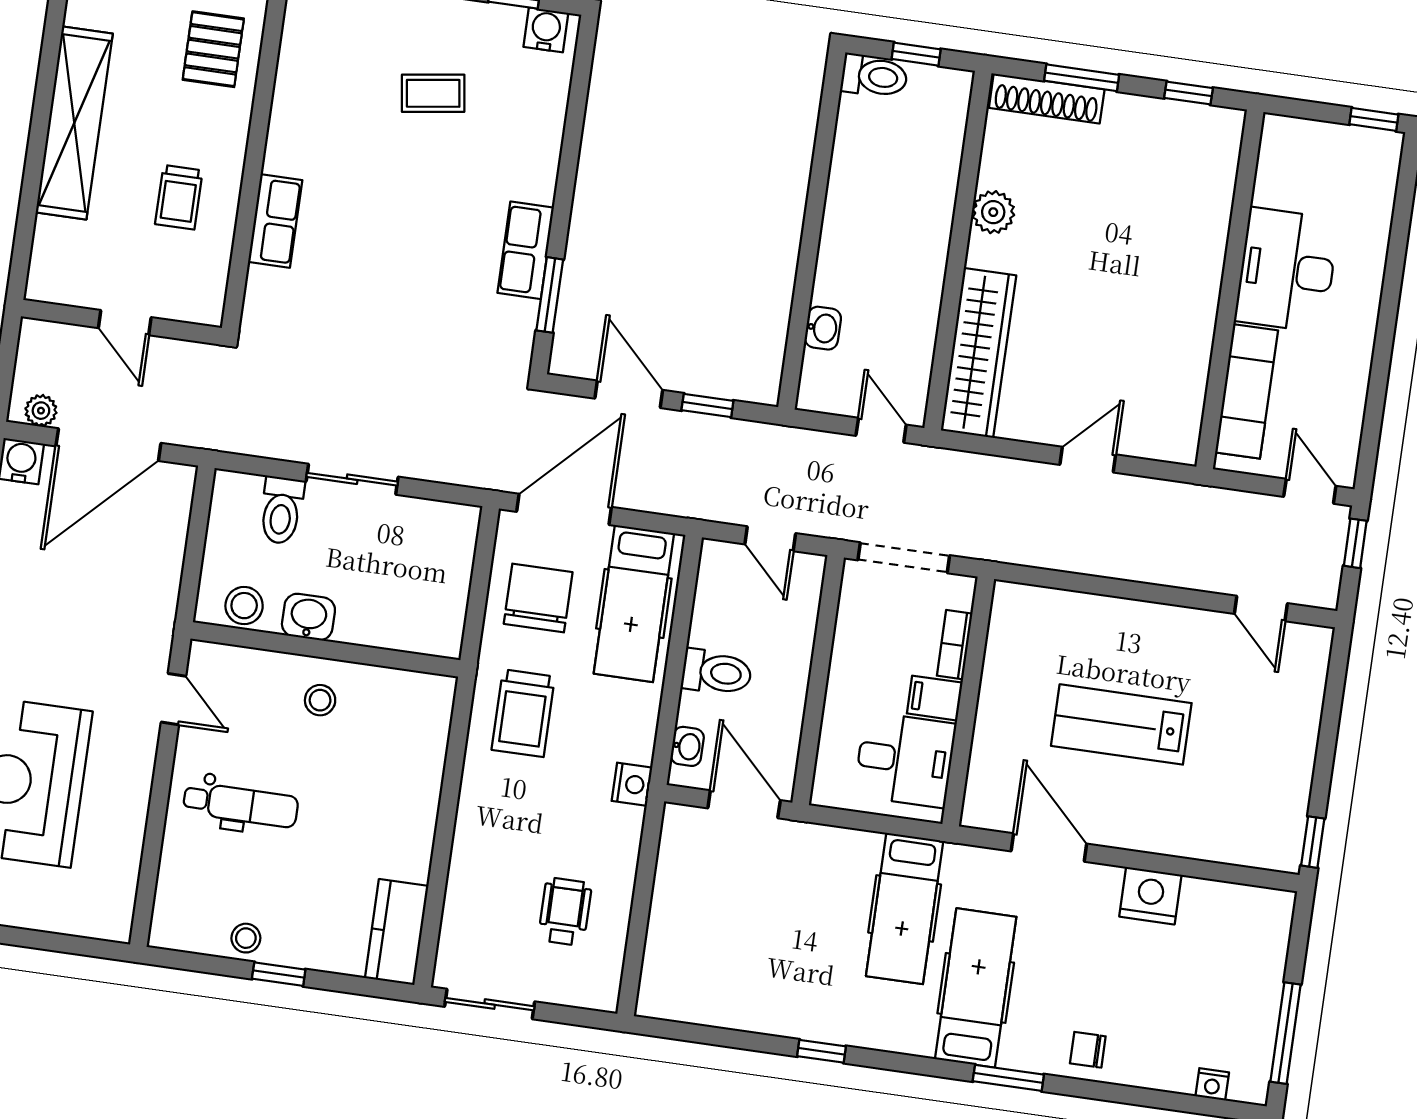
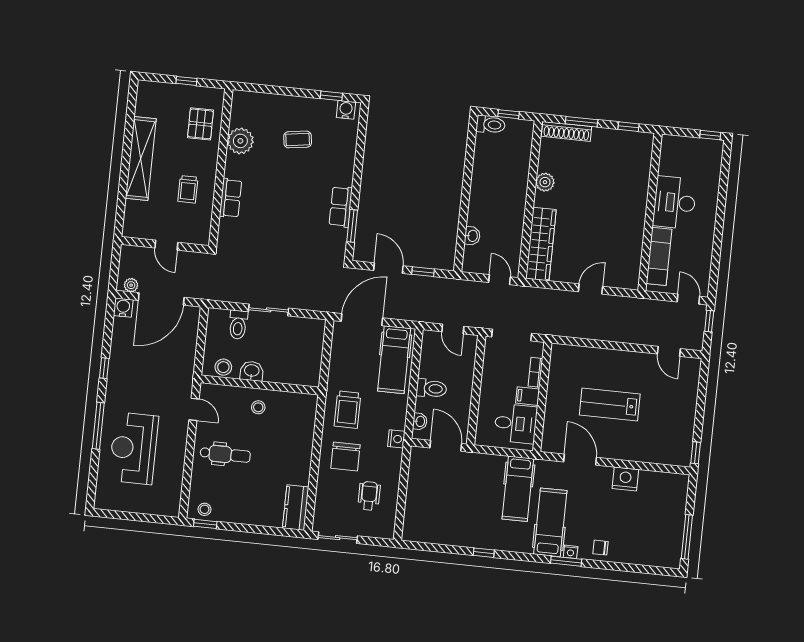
plant: (303, 92) -> (240, 141), added
chair: (538, 598) -> (345, 456), moved, turned 180
stool: (246, 938) -> (205, 509), moved
window: (279, 974) -> (205, 524), moved
nightstand: (1212, 1084) -> (571, 552), moved

